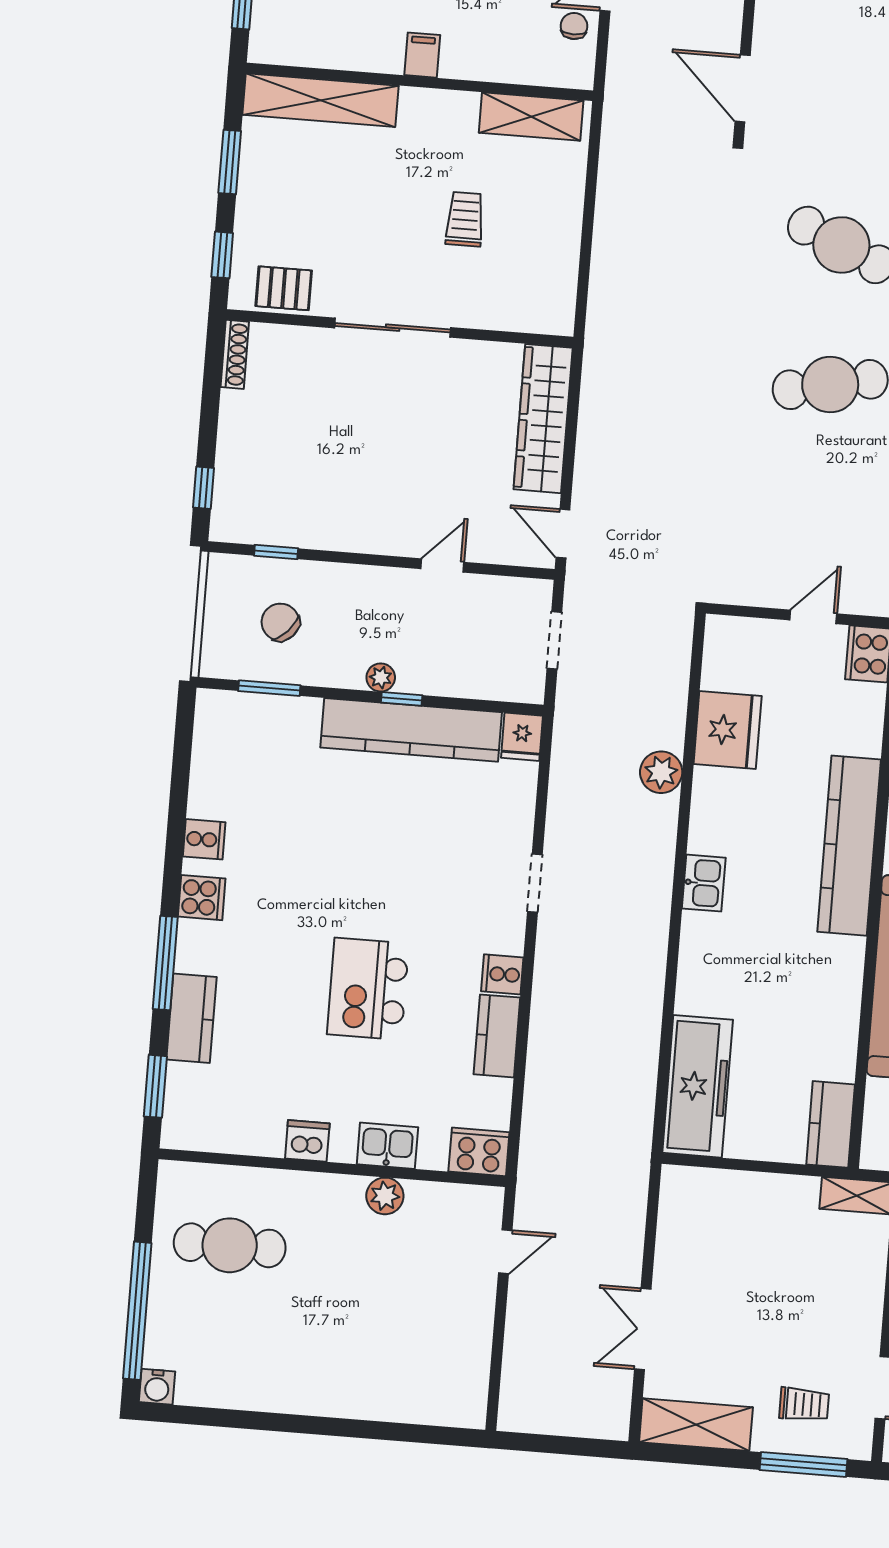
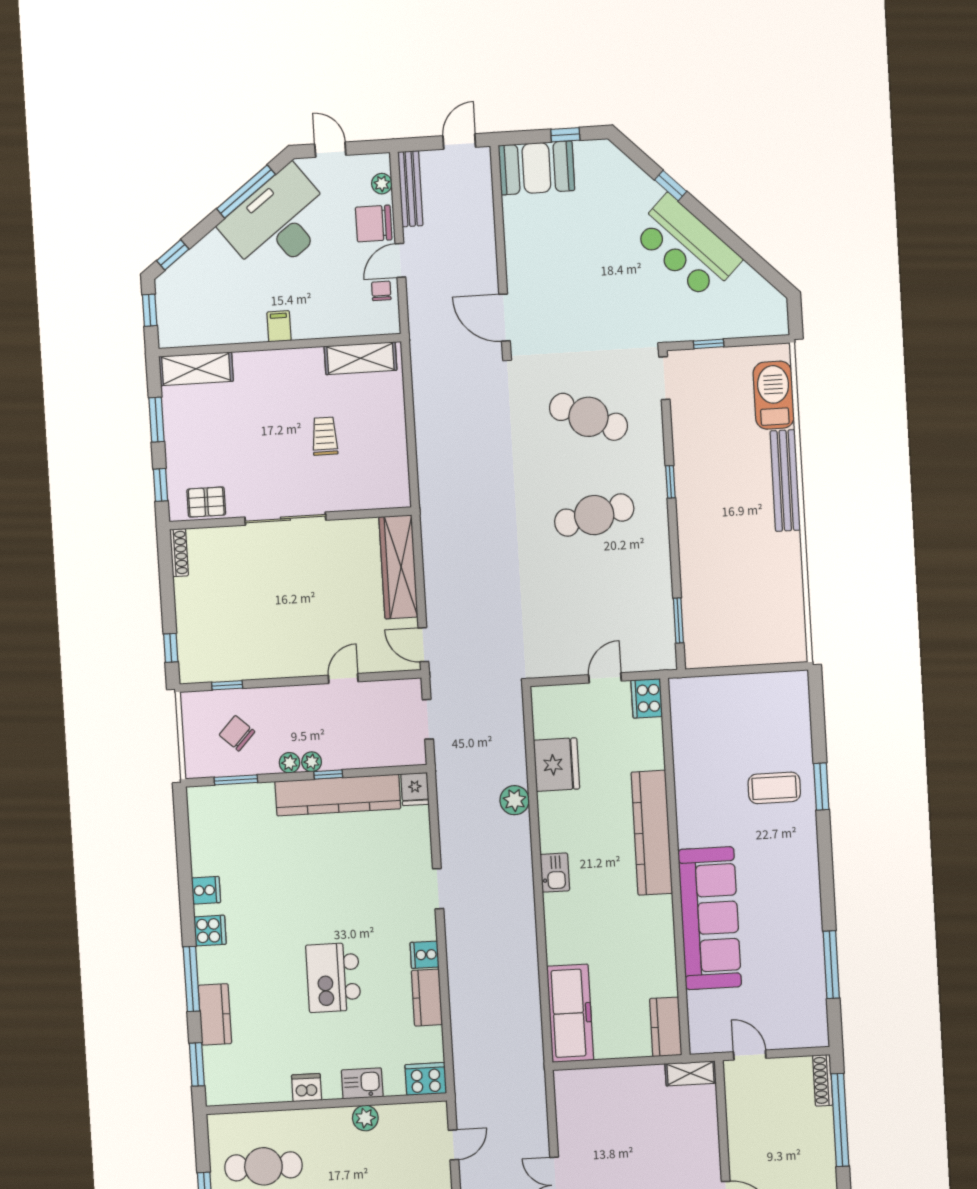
shelving: (321, 100) -> (196, 369), width x0.68
plant: (349, 674) -> (290, 763), added

